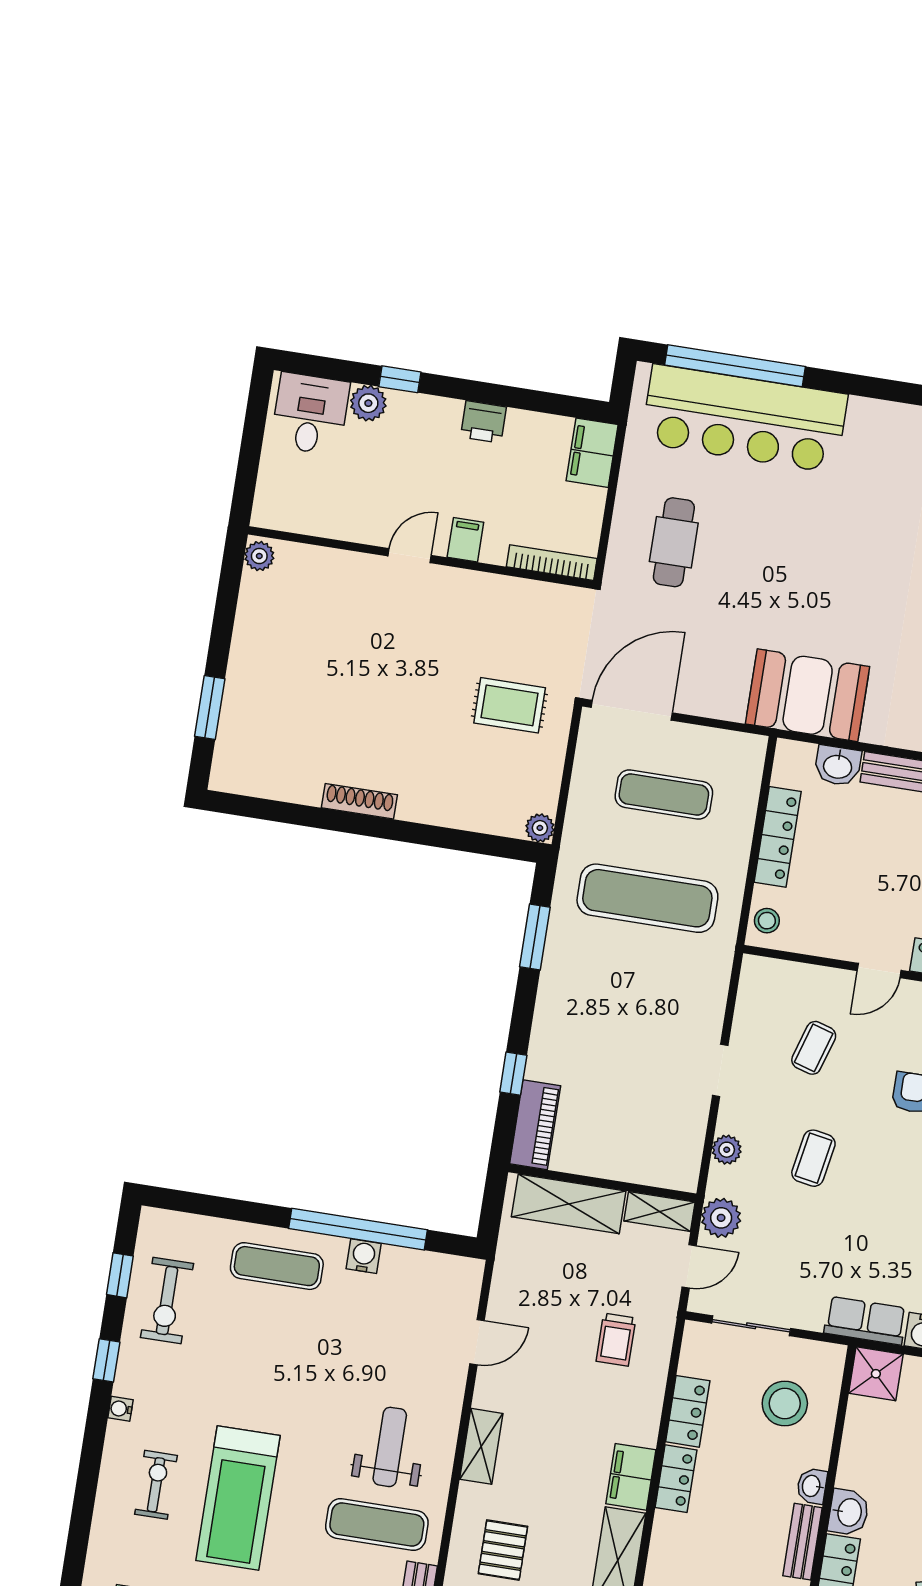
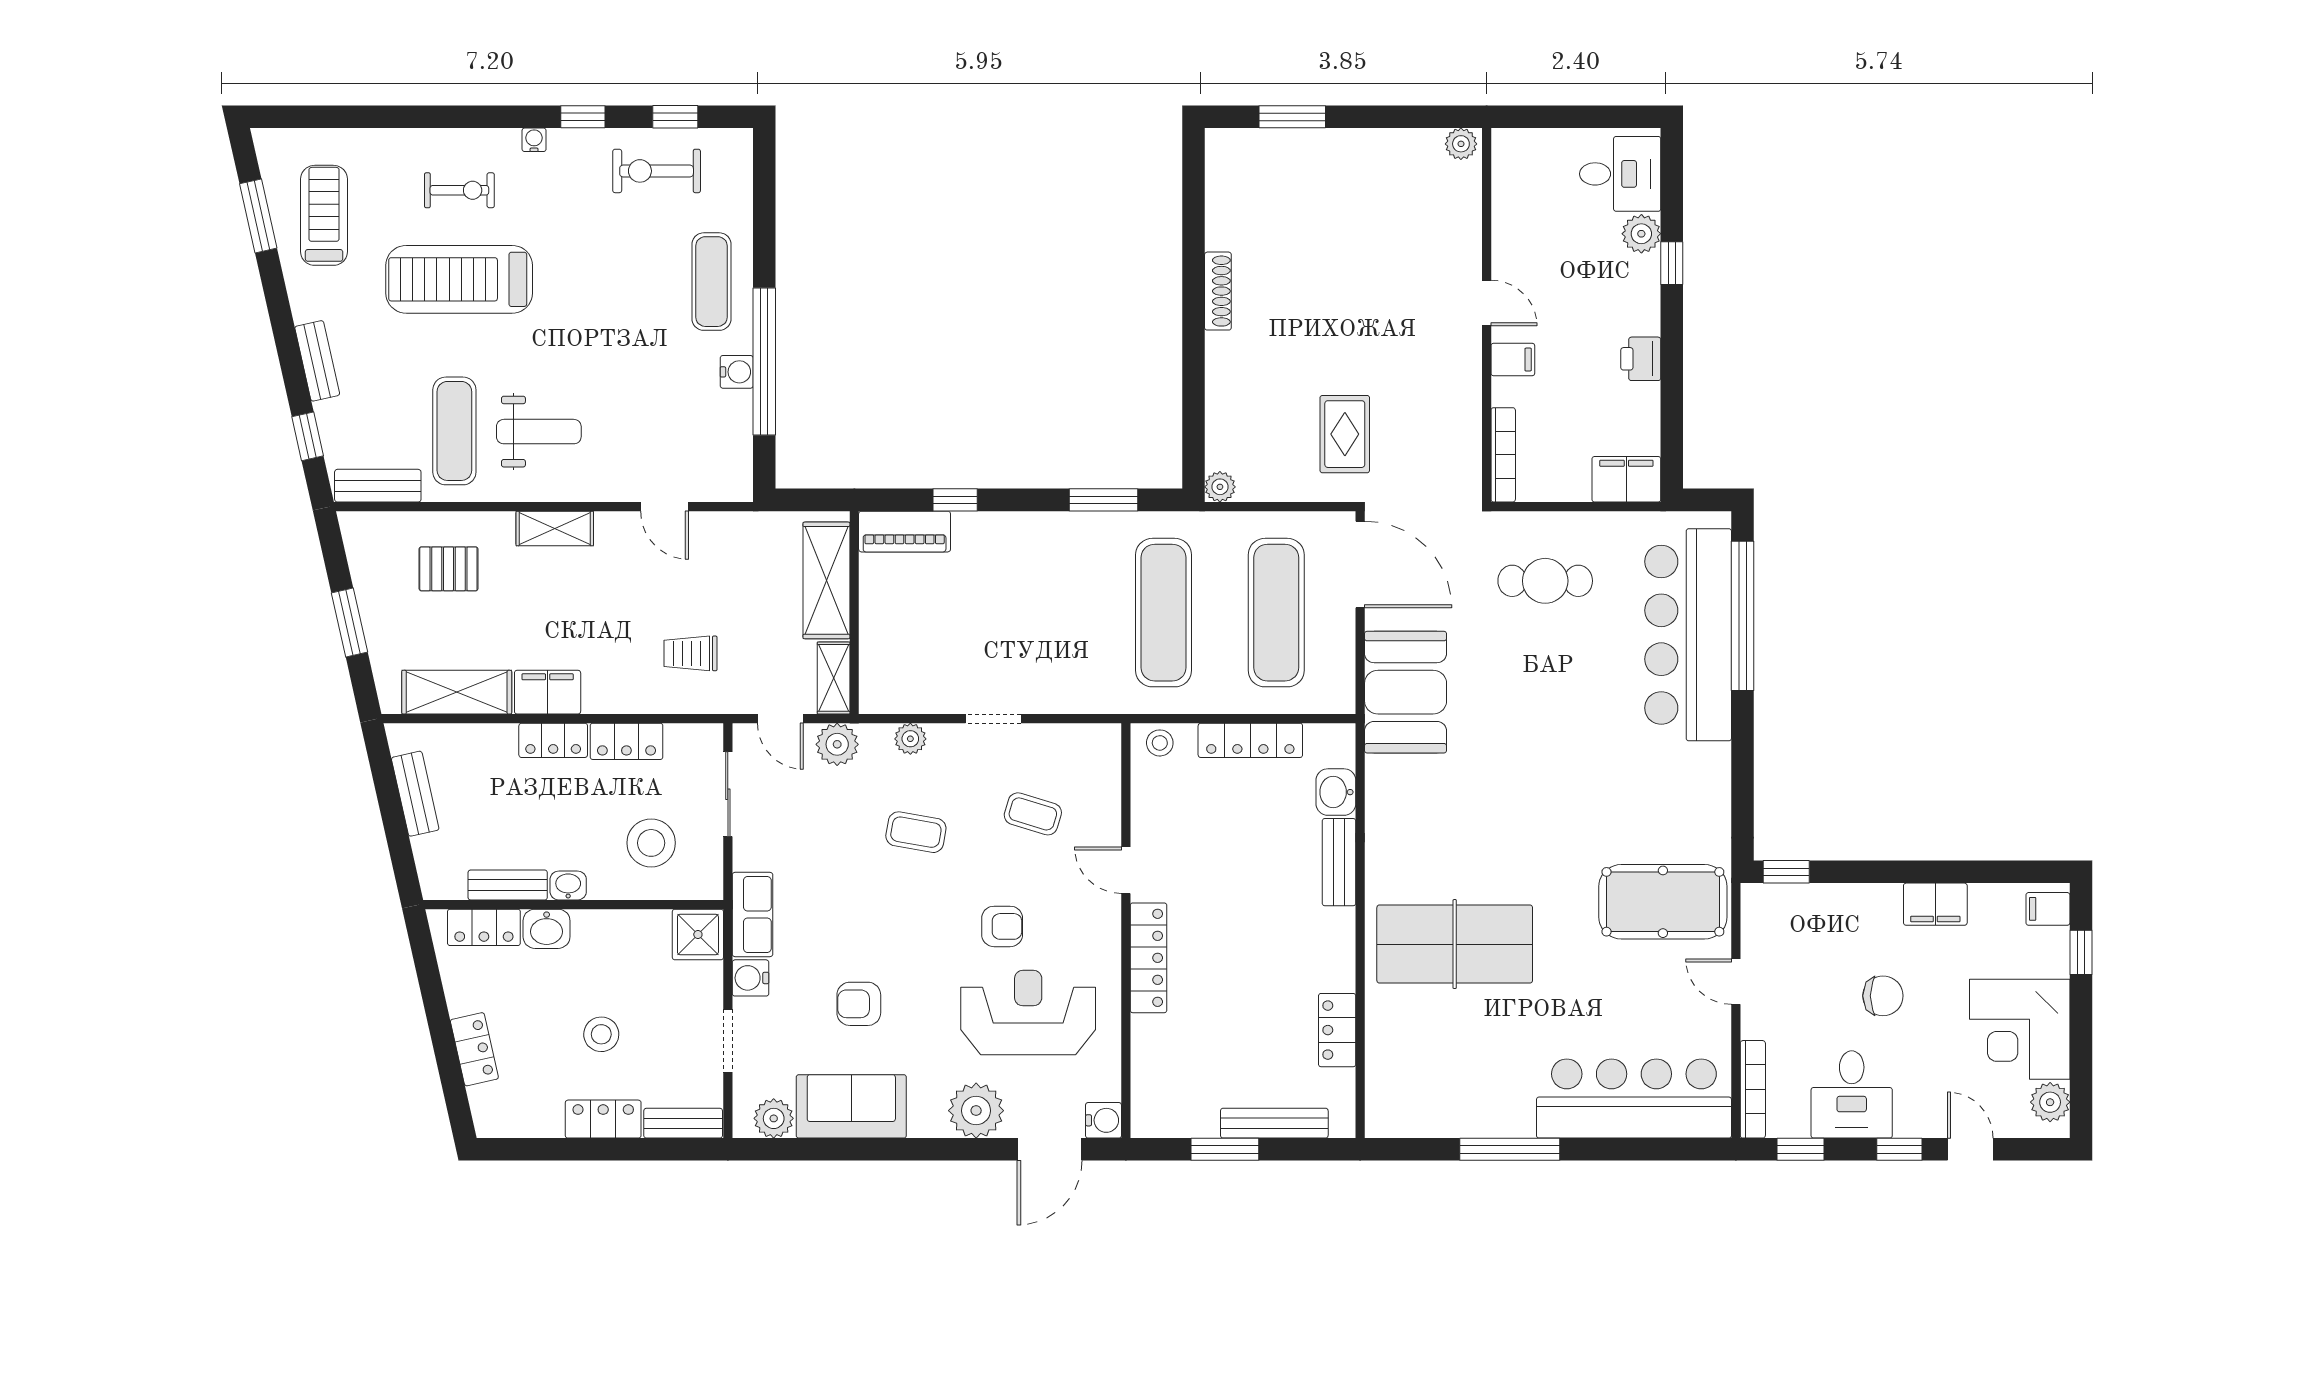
booth: (808, 695) -> (1406, 692), moved
exercise mat: (664, 794) -> (1276, 613), width x1.36, depth x1.45

